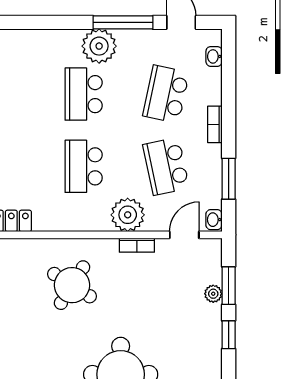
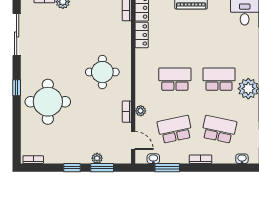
plant: (128, 215) -> (141, 111), width x0.53, depth x0.53
washbasin: (214, 220) -> (153, 159), moved
round table: (72, 285) -> (102, 72), turned -32

